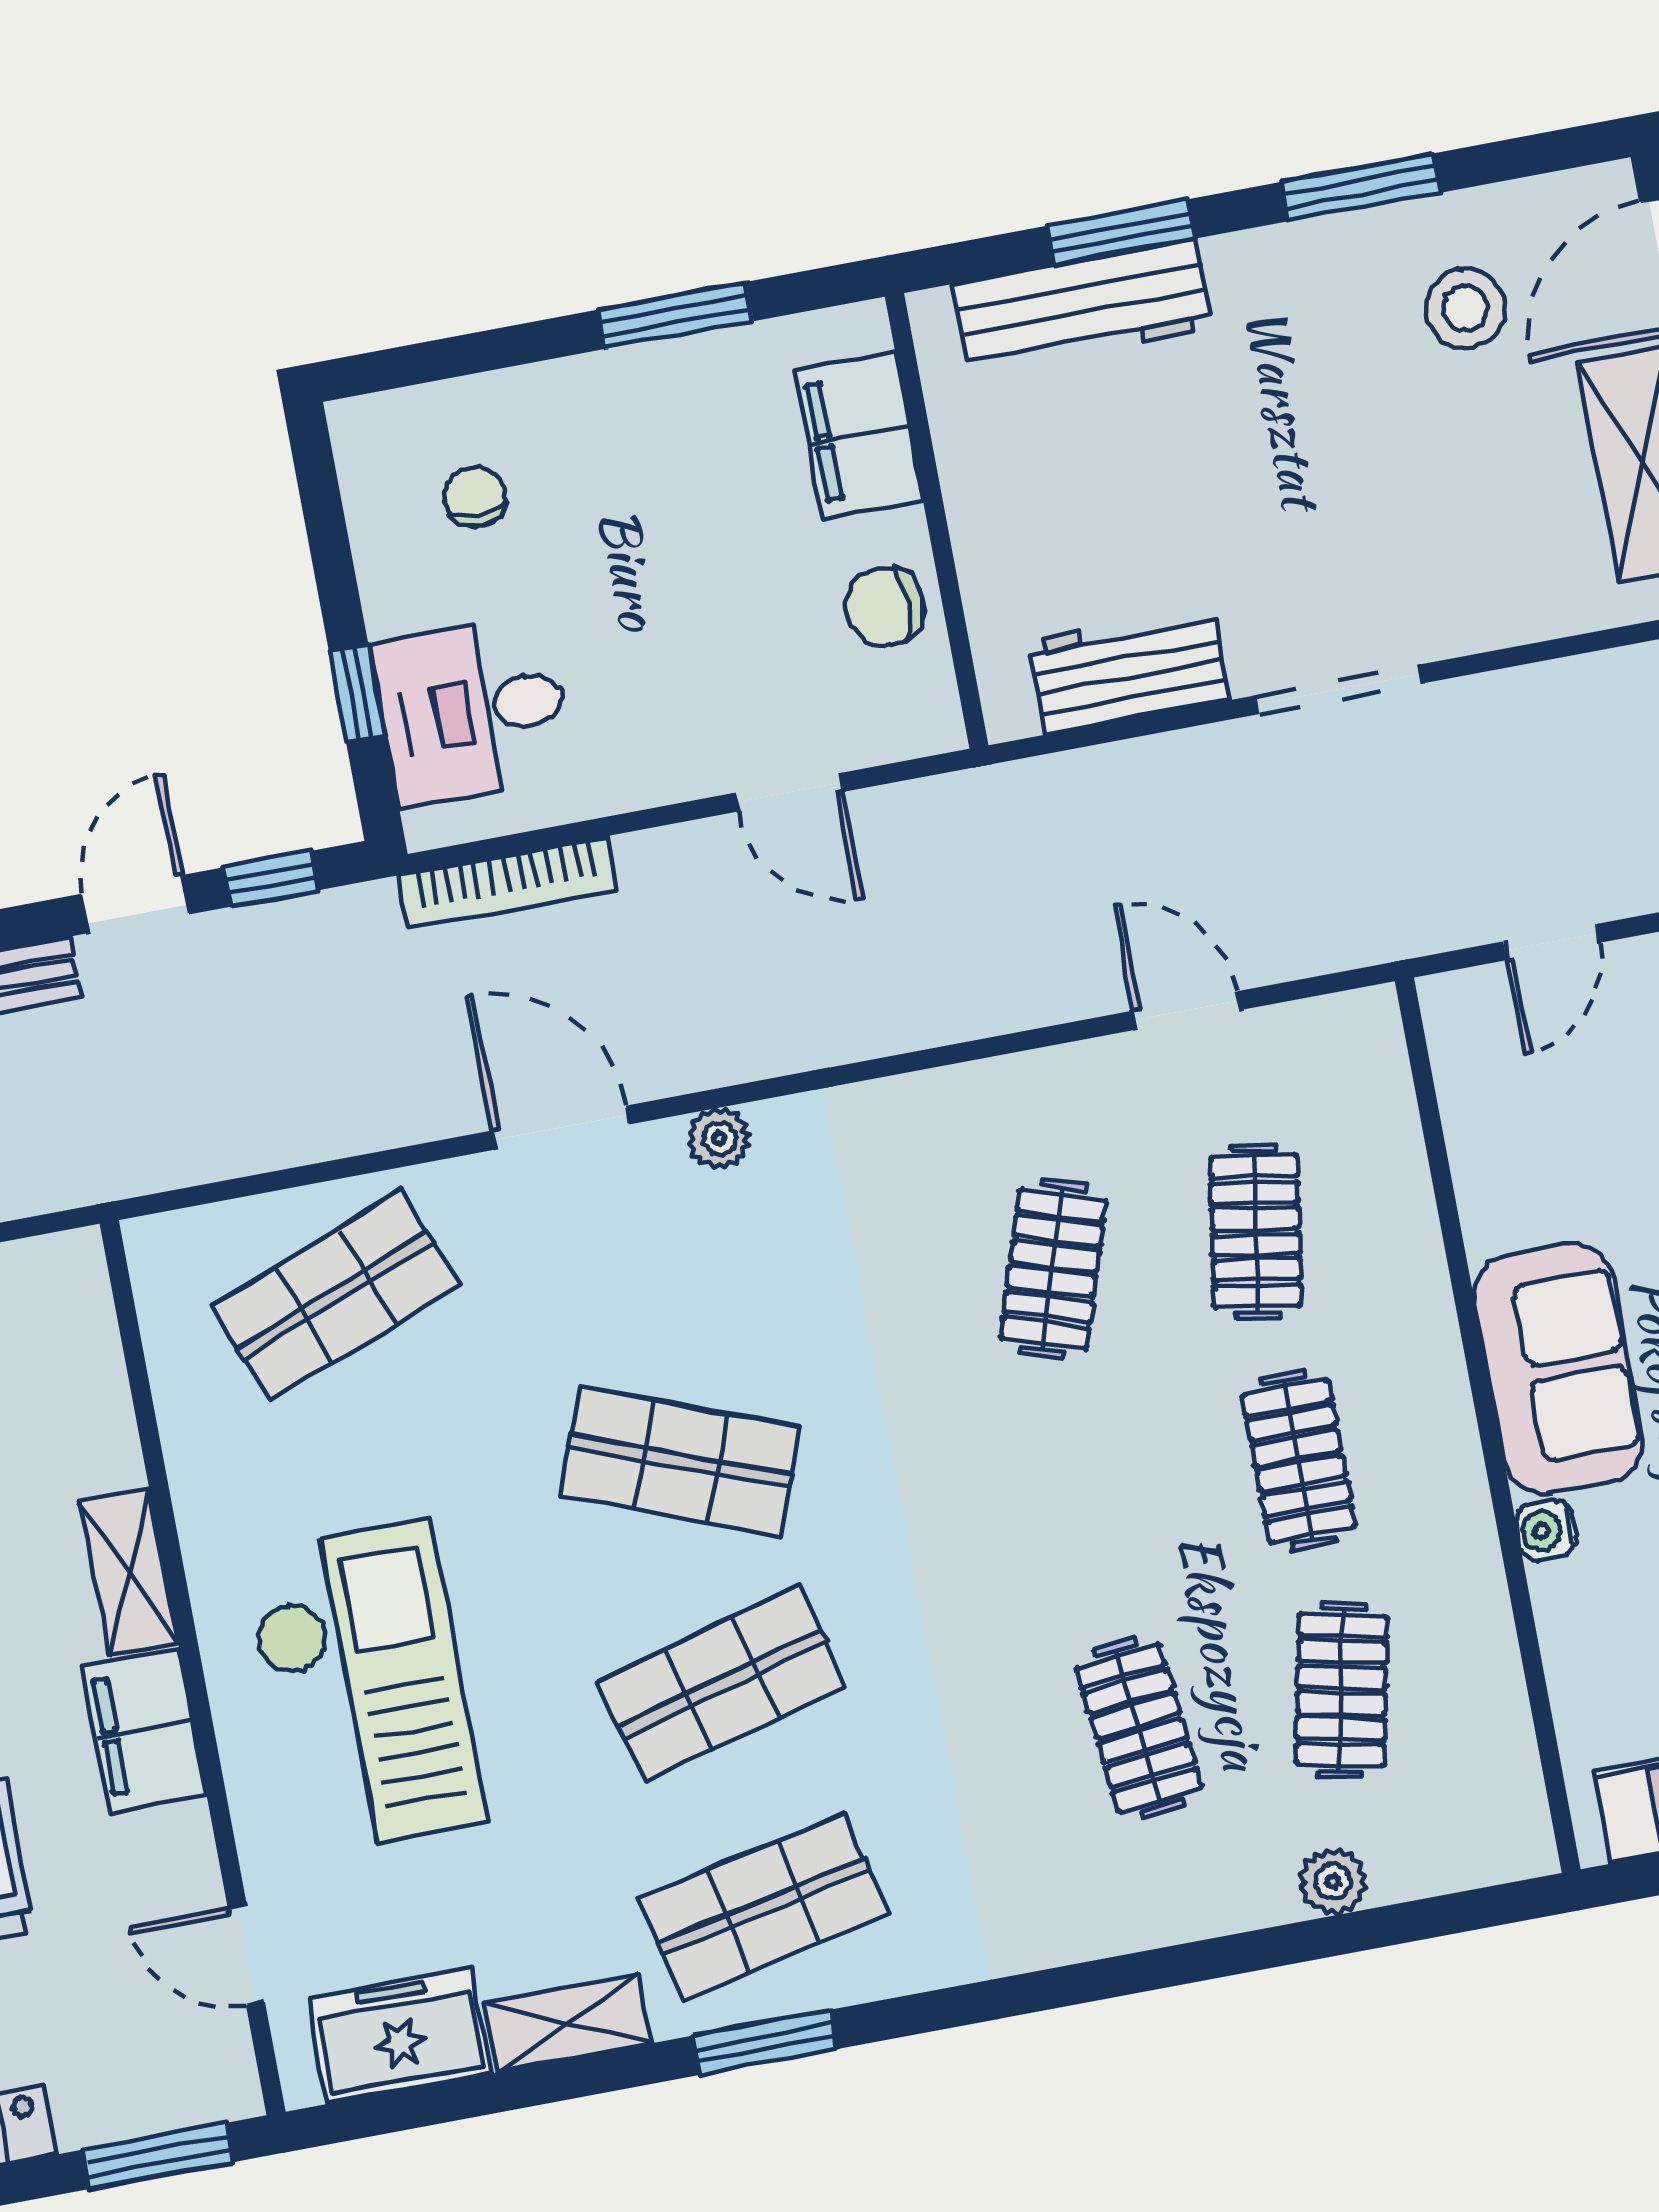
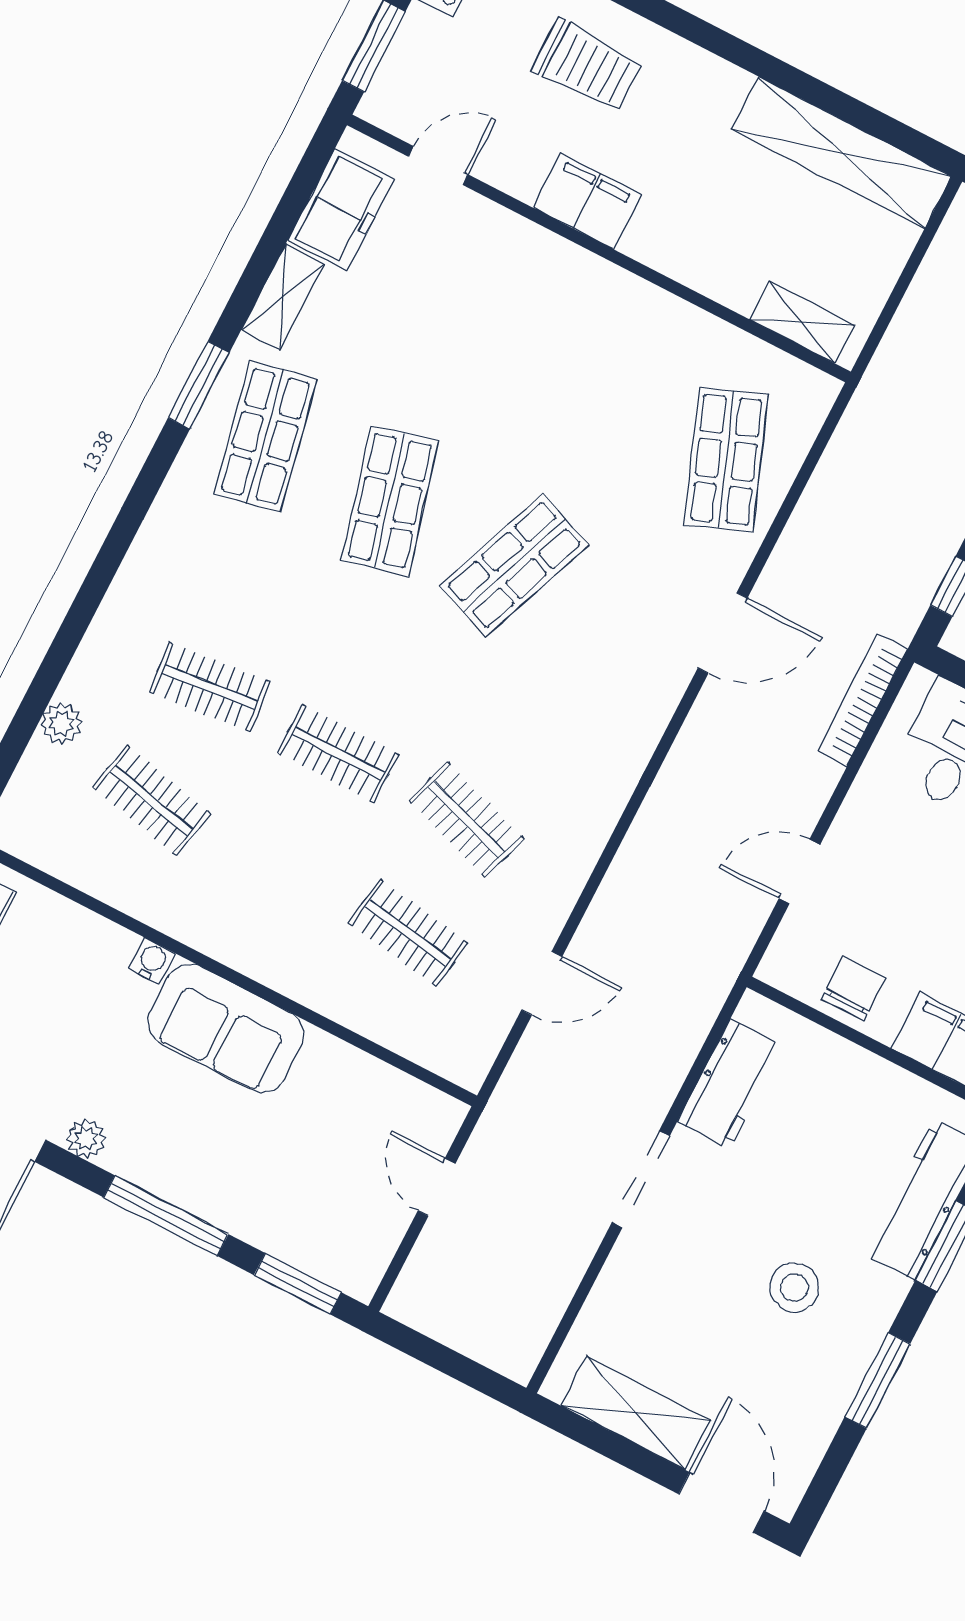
stool: (1466, 309) -> (794, 1287), moved
plant: (719, 1139) -> (657, 706), removed
clothes rail: (1299, 1461) -> (338, 753), moved
shelving: (129, 1572) -> (802, 322), moved
checkout: (364, 1688) -> (524, 324), removed

